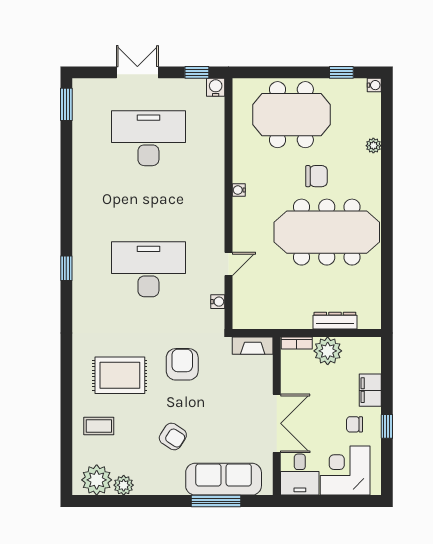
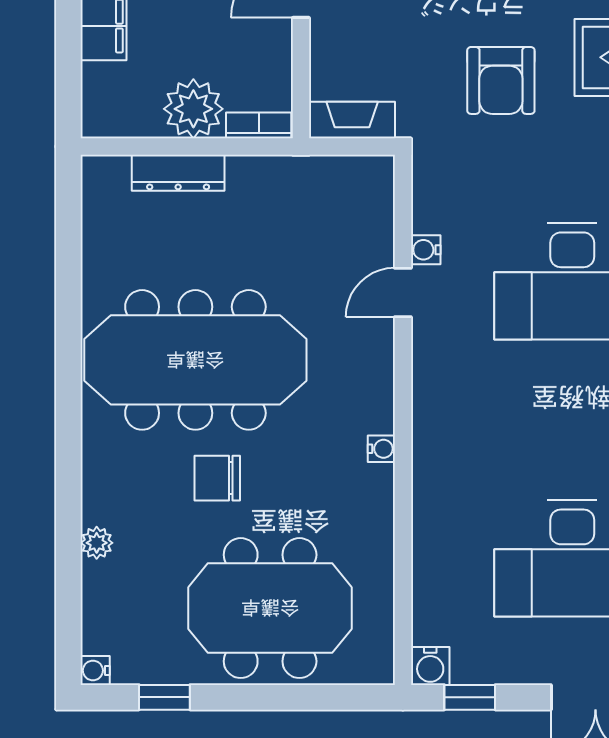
water cooler: (218, 302) -> (426, 250), moved

